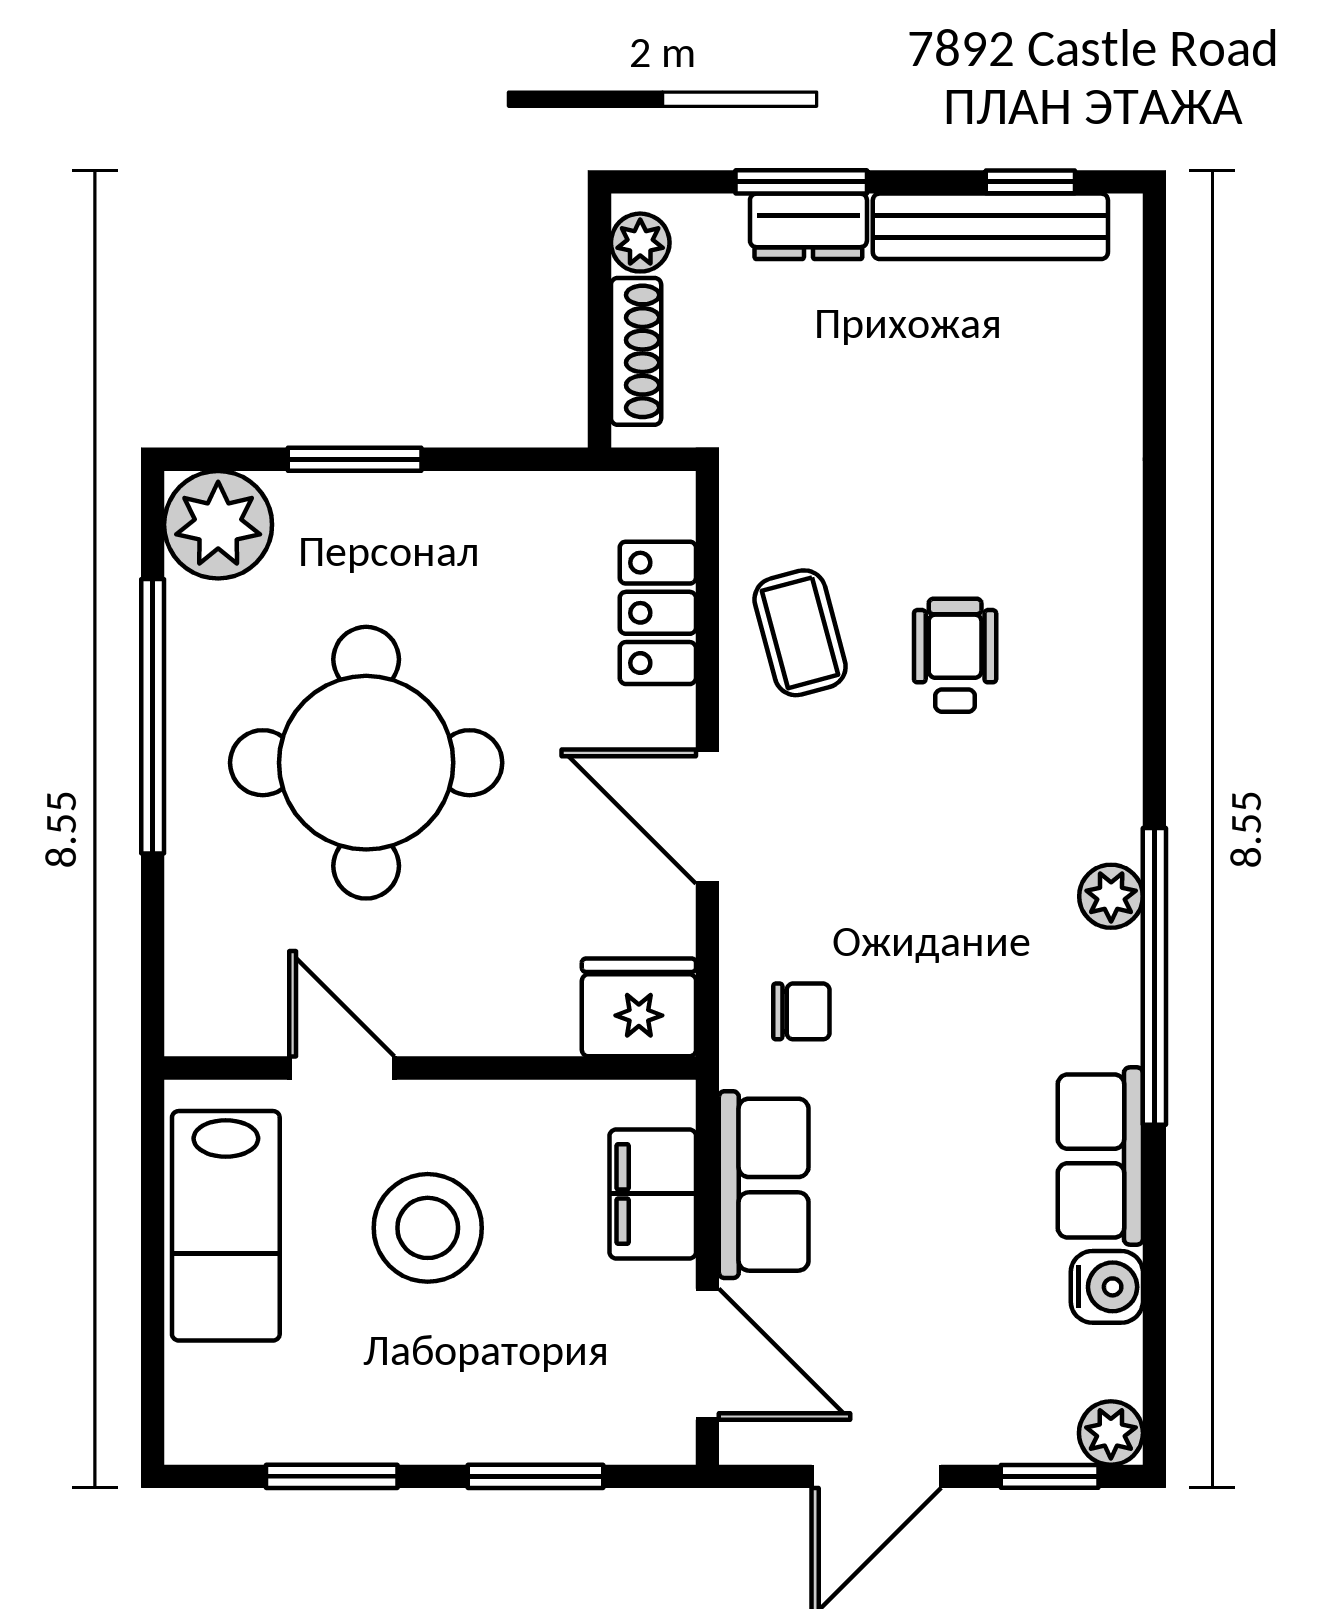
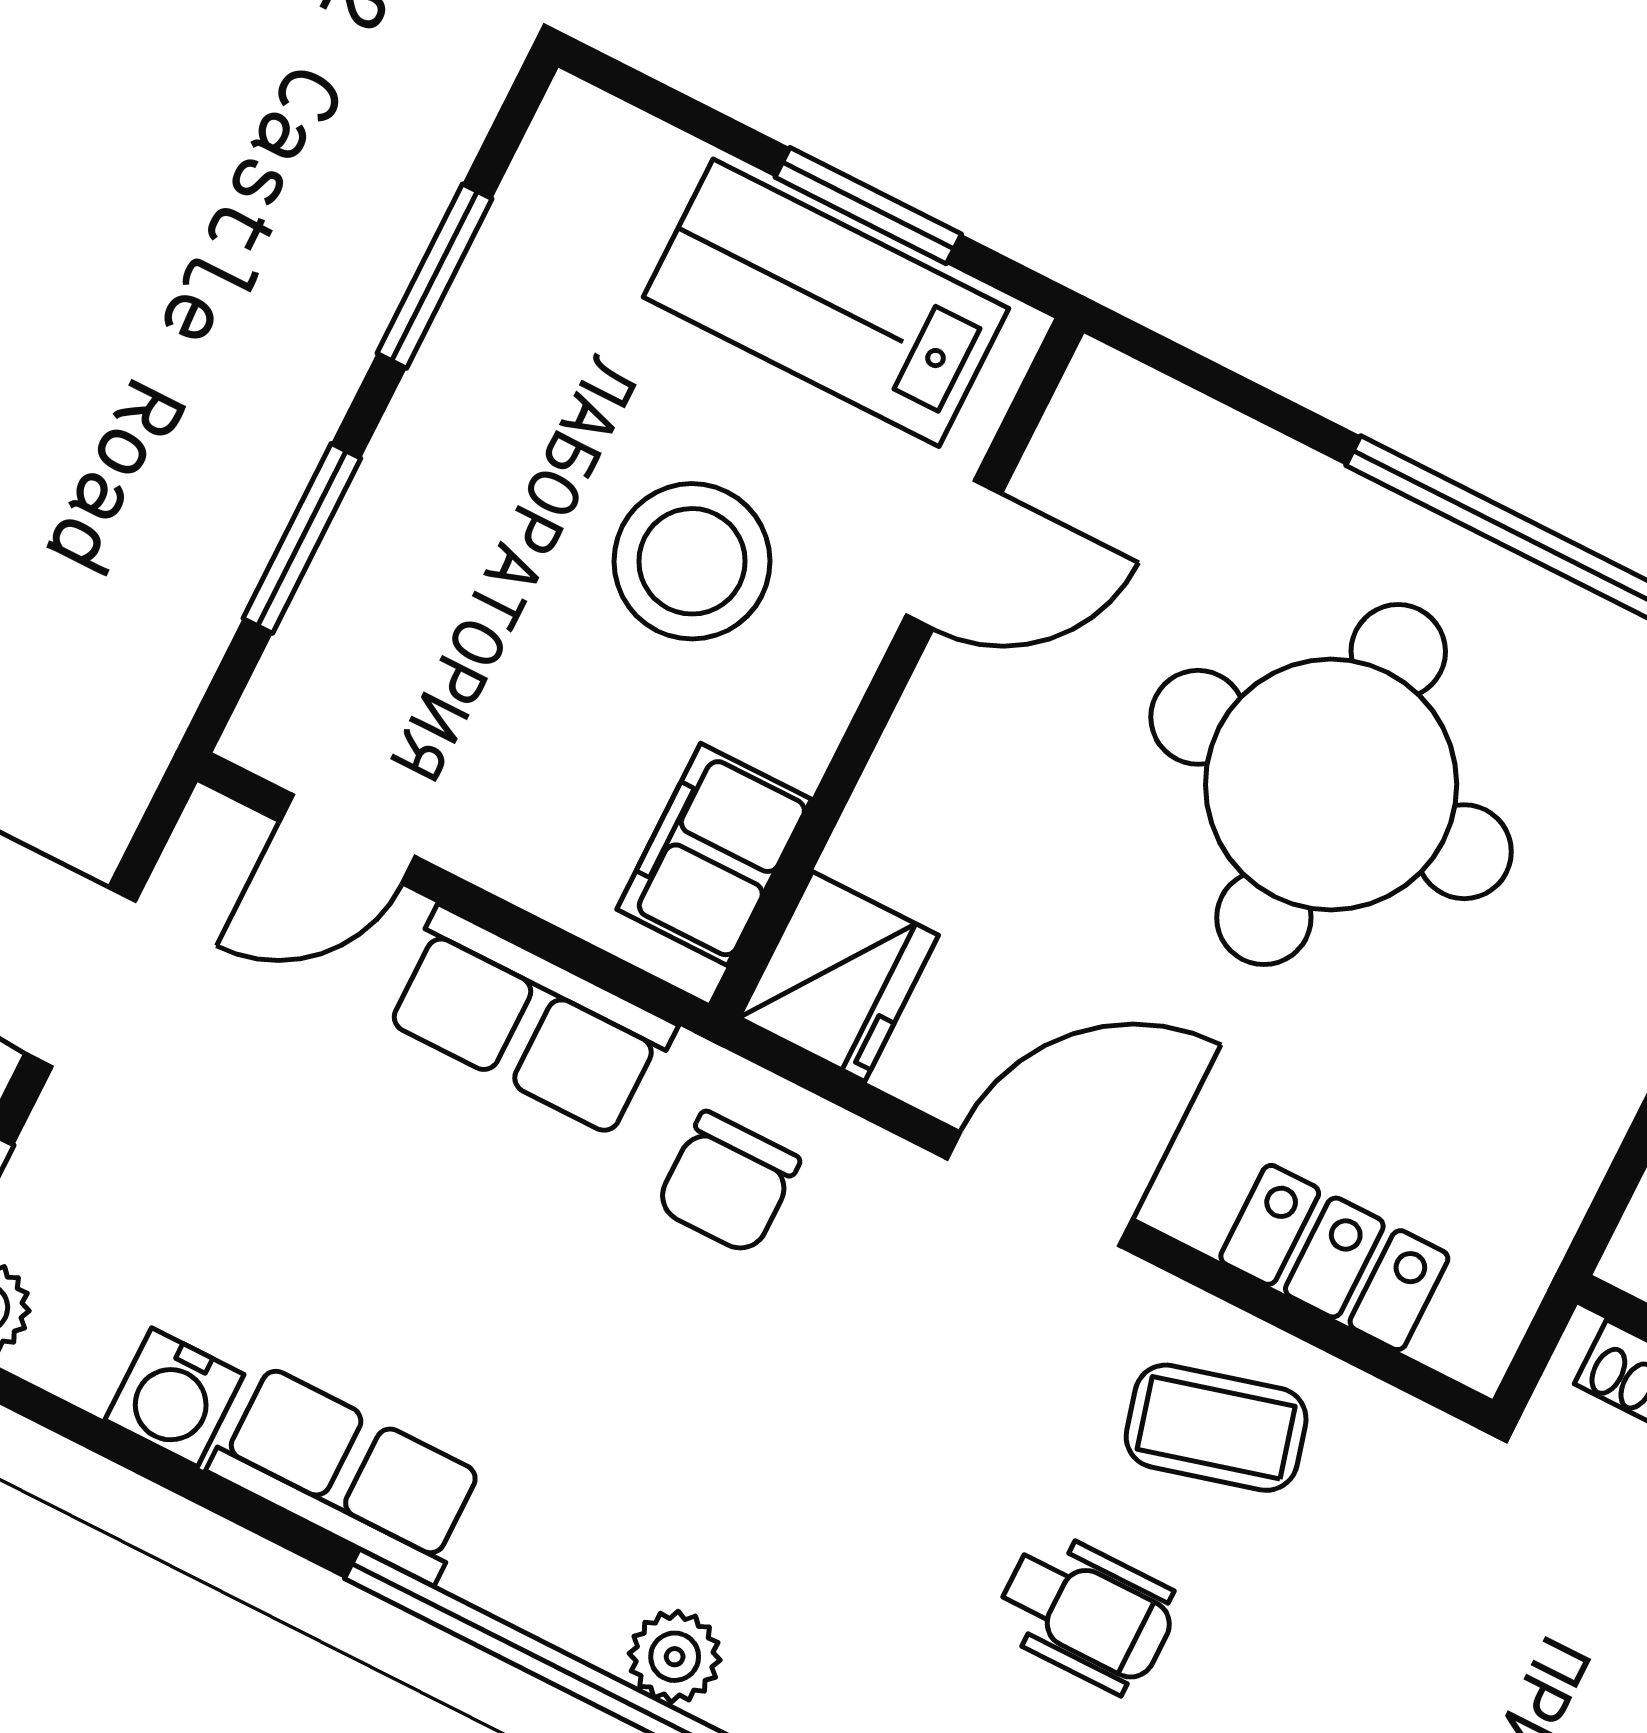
chair: (801, 1011) -> (728, 1183), width x1.37, depth x1.37
filing cabinet: (653, 1194) -> (714, 854), moved, turned -90
window: (153, 1230) -> (868, 206), added
door: (707, 1354) -> (347, 839), width x0.73

